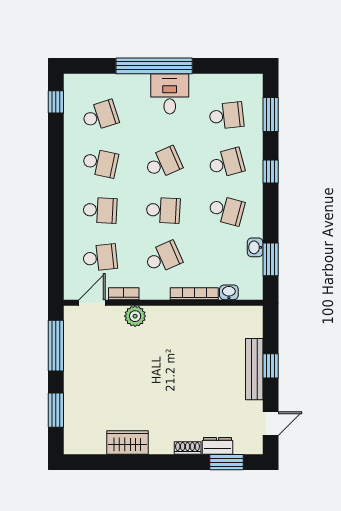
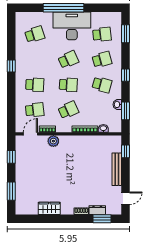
desk: (170, 94) -> (72, 26), width x1.87, depth x1.30
window: (56, 102) -> (11, 66), moved
school desk: (100, 163) -> (35, 60), removed
window: (271, 172) -> (125, 75), moved
window: (56, 346) -> (11, 157), width x0.46
window: (271, 366) -> (125, 151), moved

